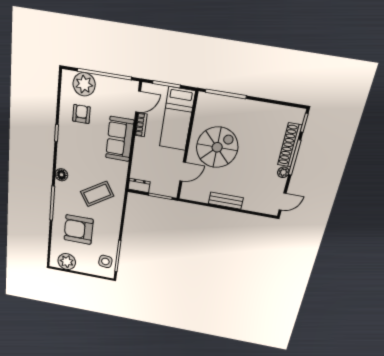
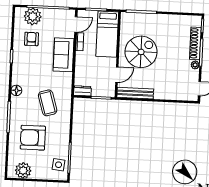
coffee table: (97, 194) -> (48, 103), turned -75
bench: (226, 201) -> (135, 93), moved, width x1.36

